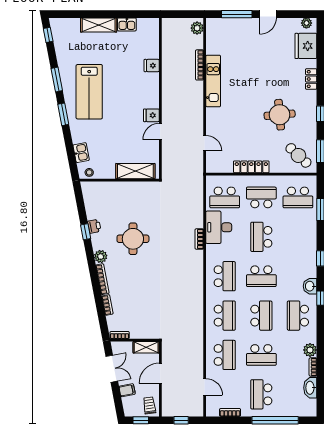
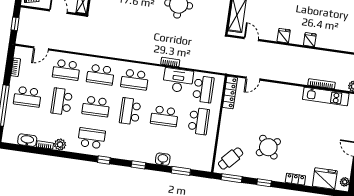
fridge: (152, 66) -> (310, 40), moved
kitchen unit: (213, 81) -> (326, 96), moved
round table: (280, 115) -> (268, 147), turned -35
door: (160, 132) -> (251, 39), moved
locker: (251, 167) -> (230, 92), moved
school desk: (225, 197) -> (203, 89), turned 180
school desk: (298, 197) -> (194, 153), removed
school desk: (261, 237) -> (164, 116), turned 180
washbasin: (310, 286) -> (163, 159), moved
school desk: (261, 394) -> (27, 97), turned 180

